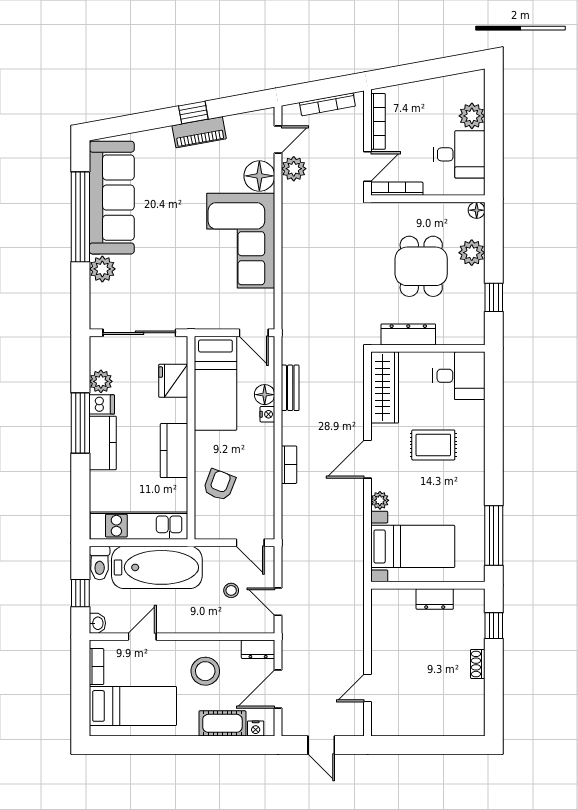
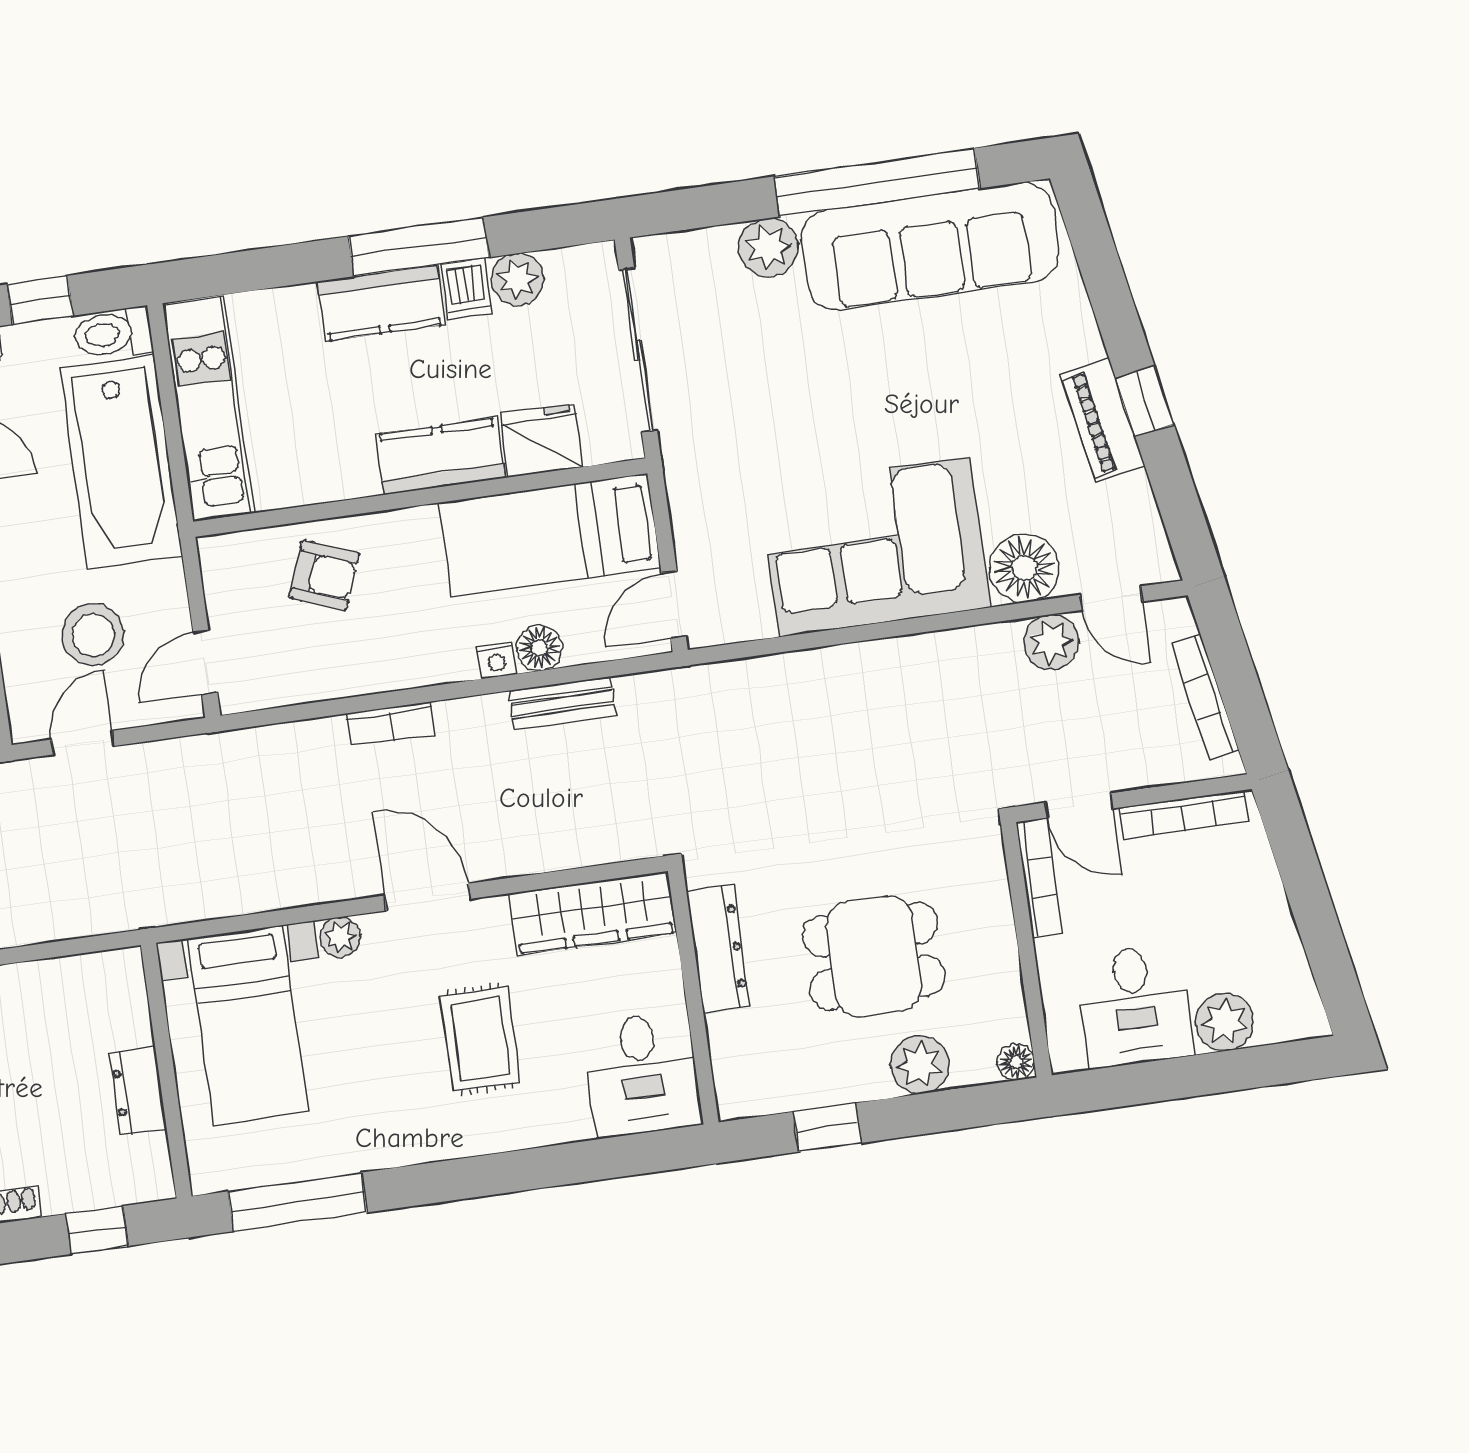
kitchen counter: (174, 451) -> (440, 456), moved
stool: (231, 590) -> (93, 635), width x1.89, depth x1.89

